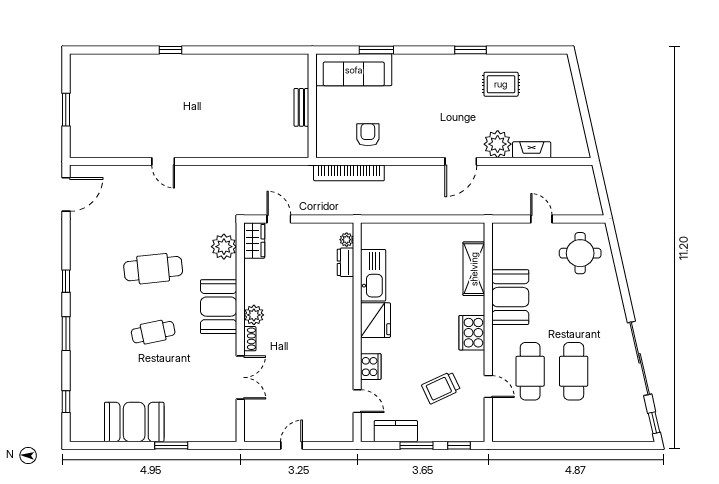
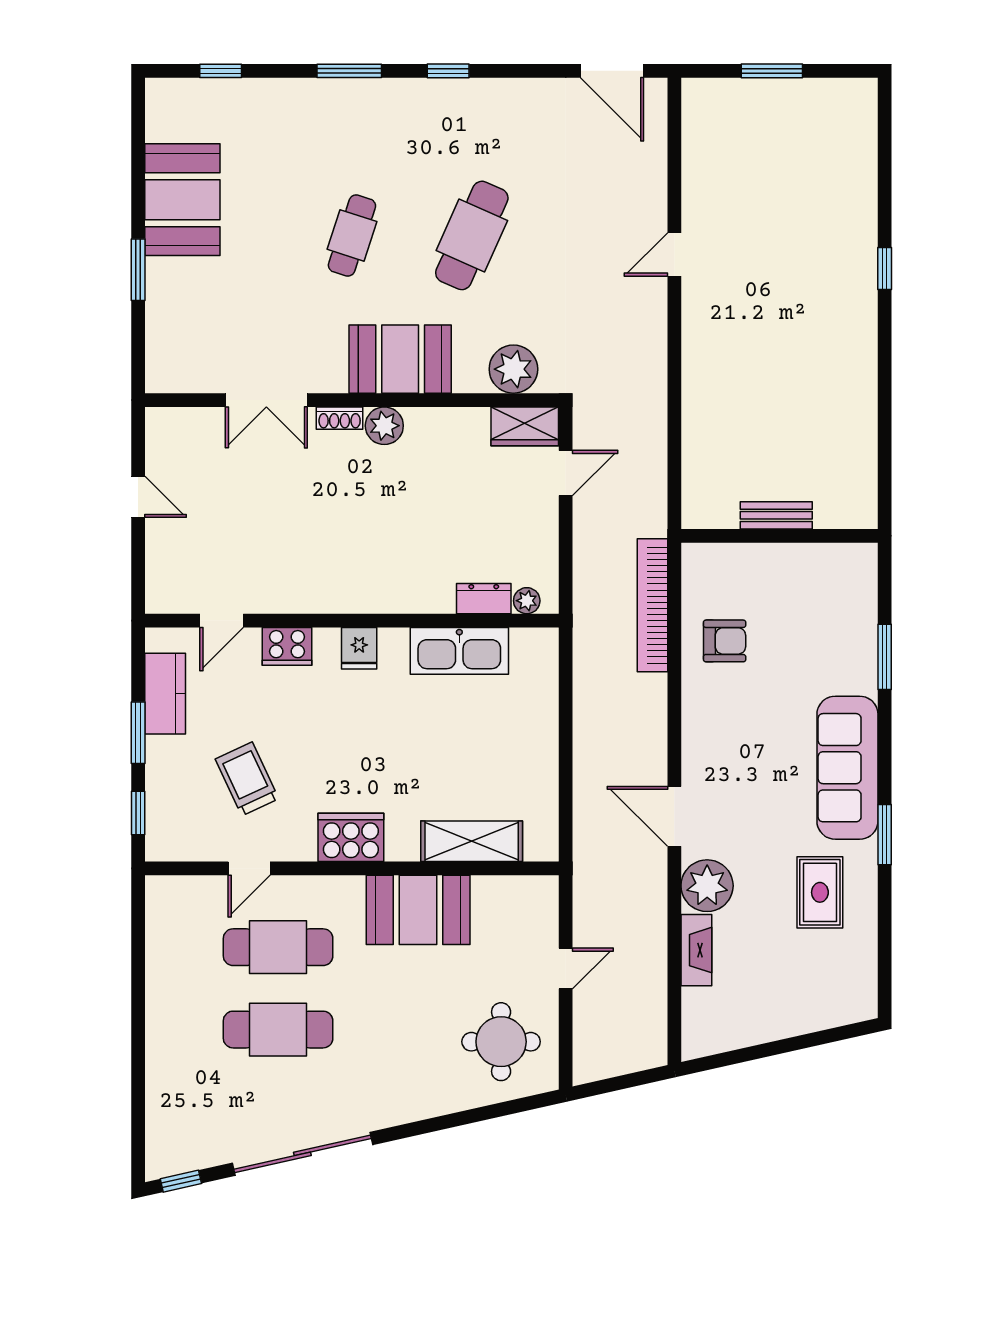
sofa: (354, 70) -> (847, 768), moved
cafe table: (153, 269) -> (472, 235), turned 30
fridge: (376, 320) -> (359, 648), width x0.53, depth x0.75
cafe table: (153, 332) -> (352, 235), turned 30

